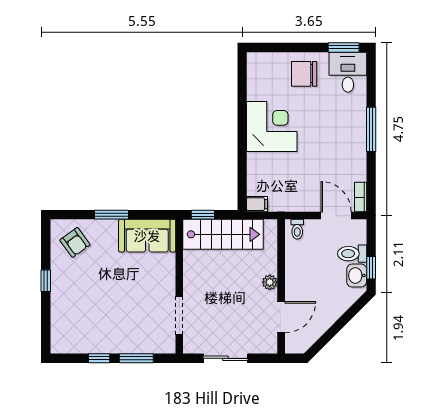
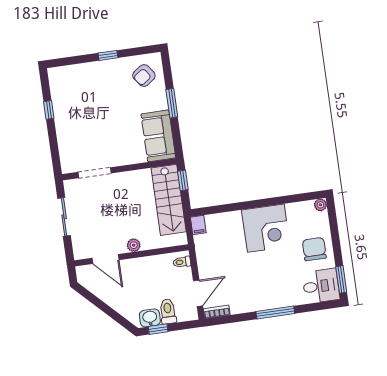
plant: (254, 59) -> (320, 205), added
window: (136, 358) -> (53, 141), removed

